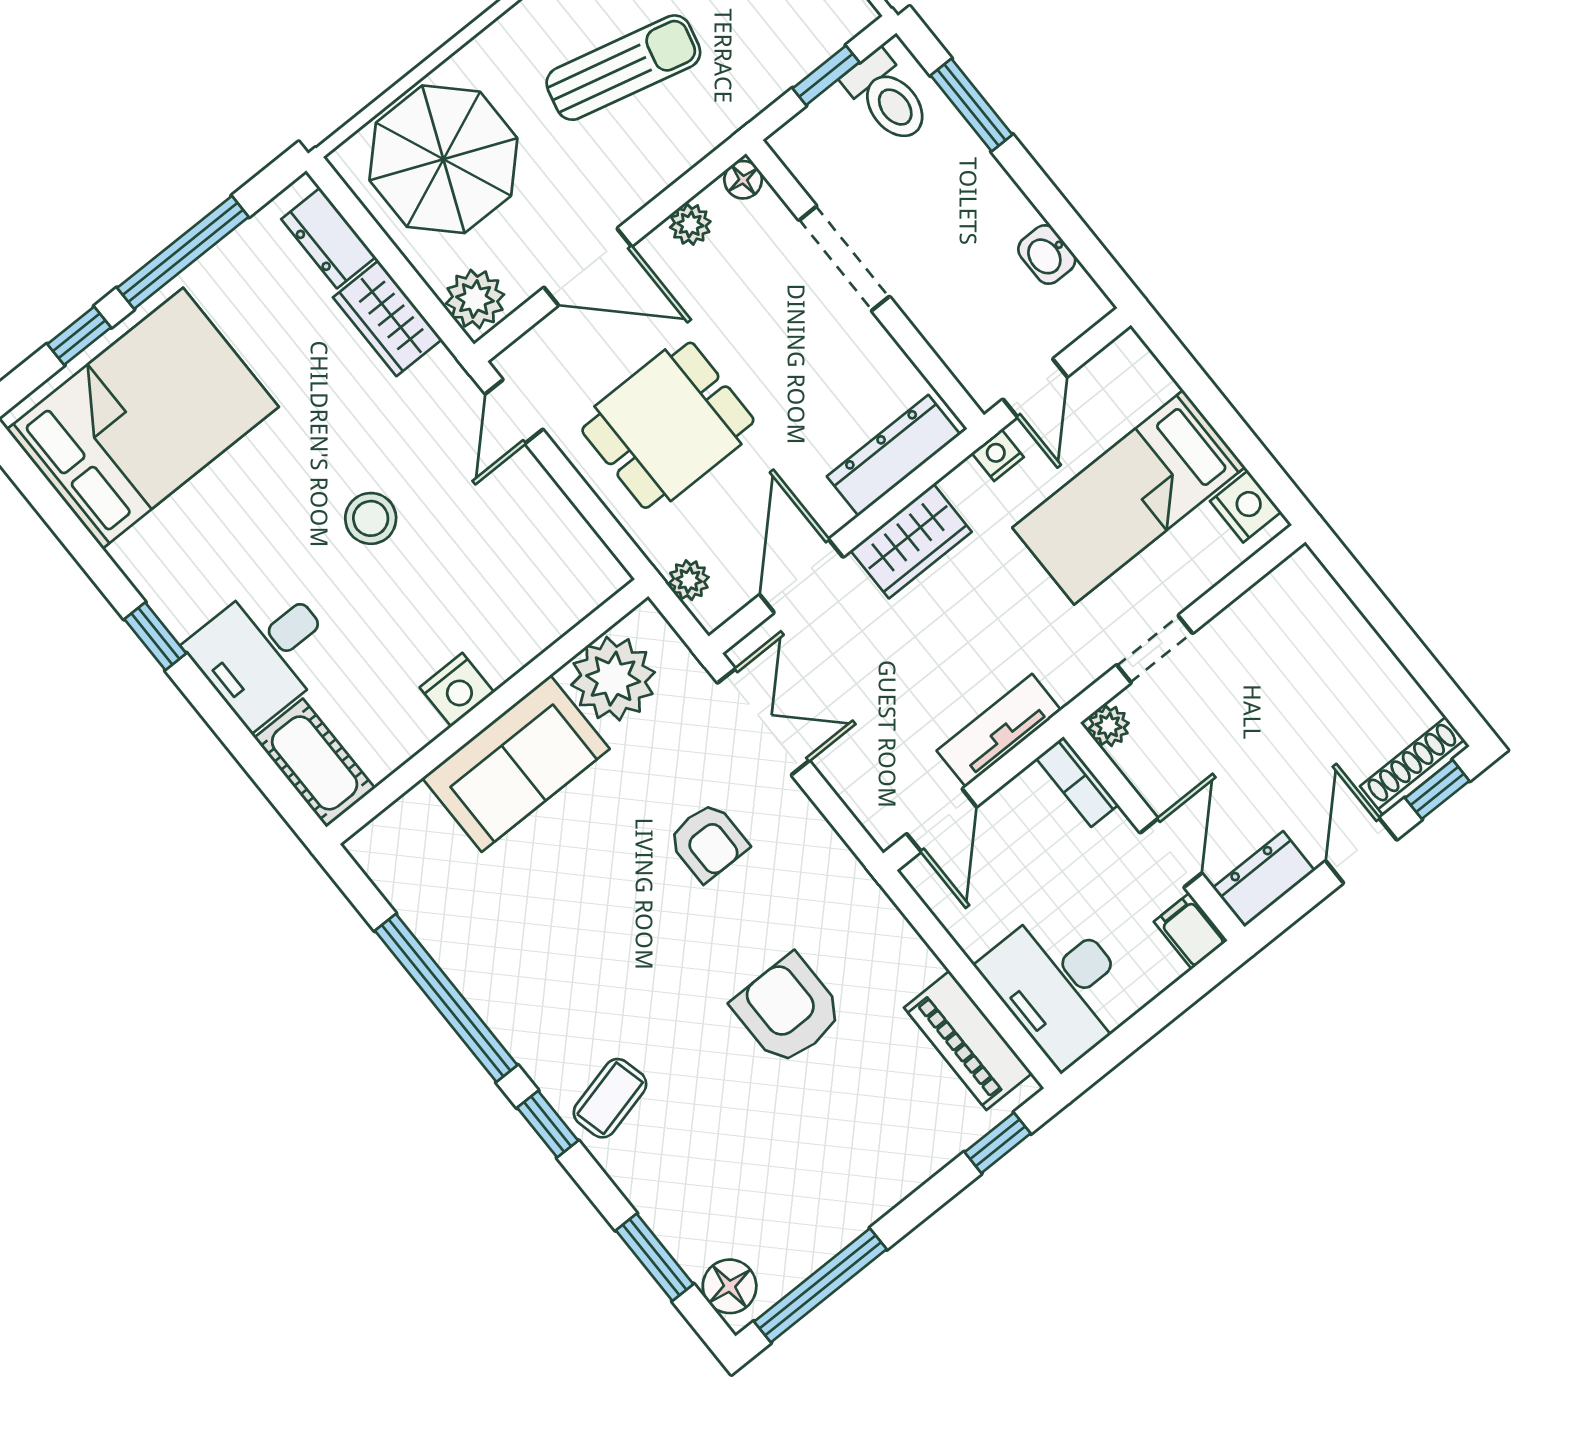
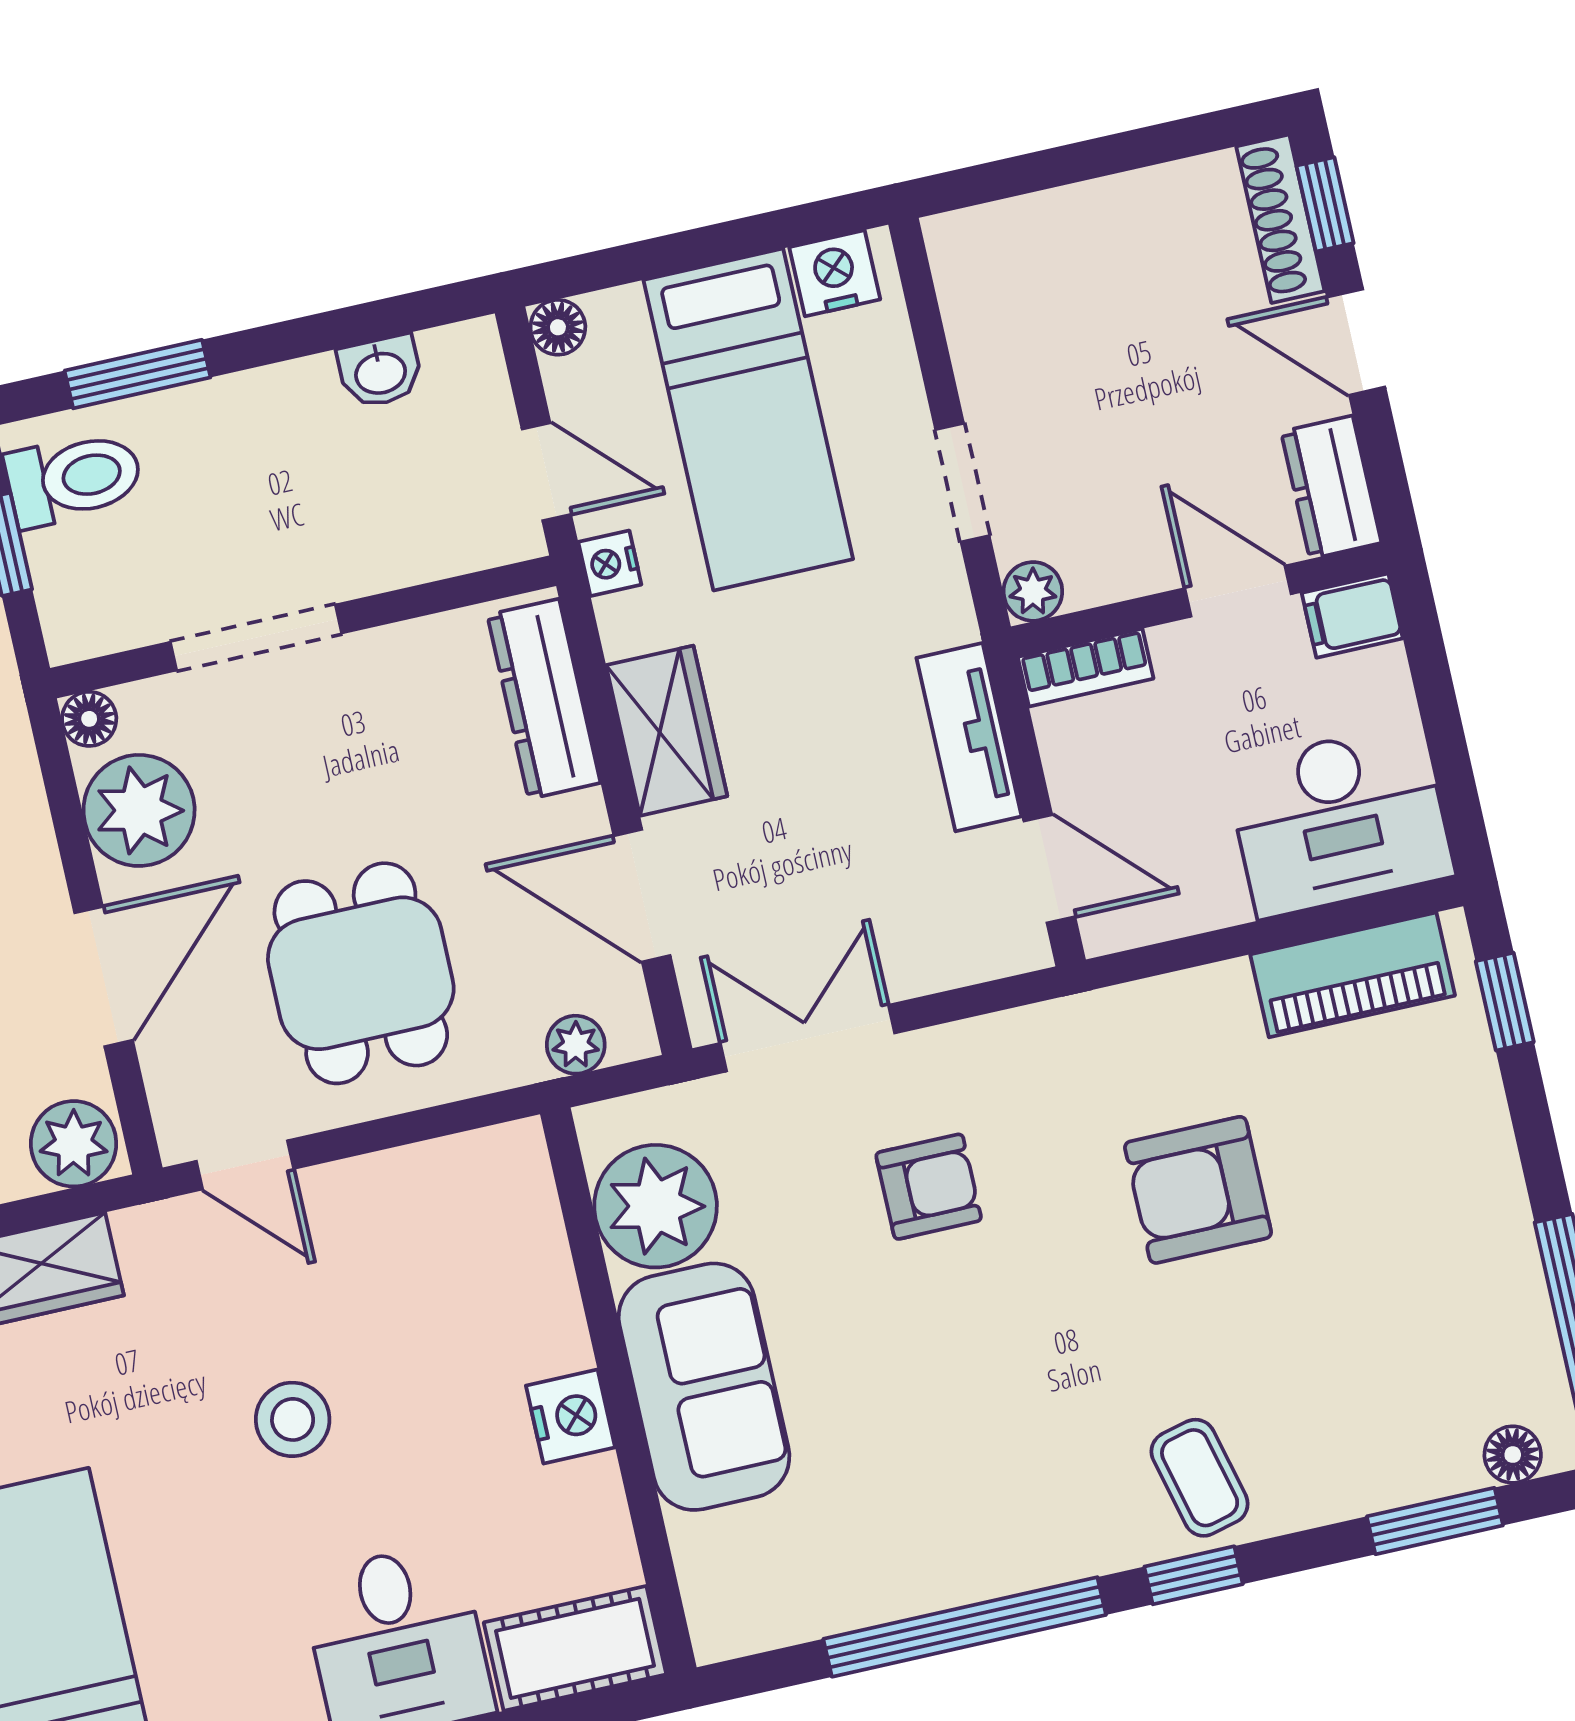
plant: (690, 224) -> (139, 810), width x1.88, depth x1.88
floor lamp: (1128, 351) -> (558, 327), added
floor lamp: (730, 1286) -> (1513, 1455), width x0.73, depth x0.73

